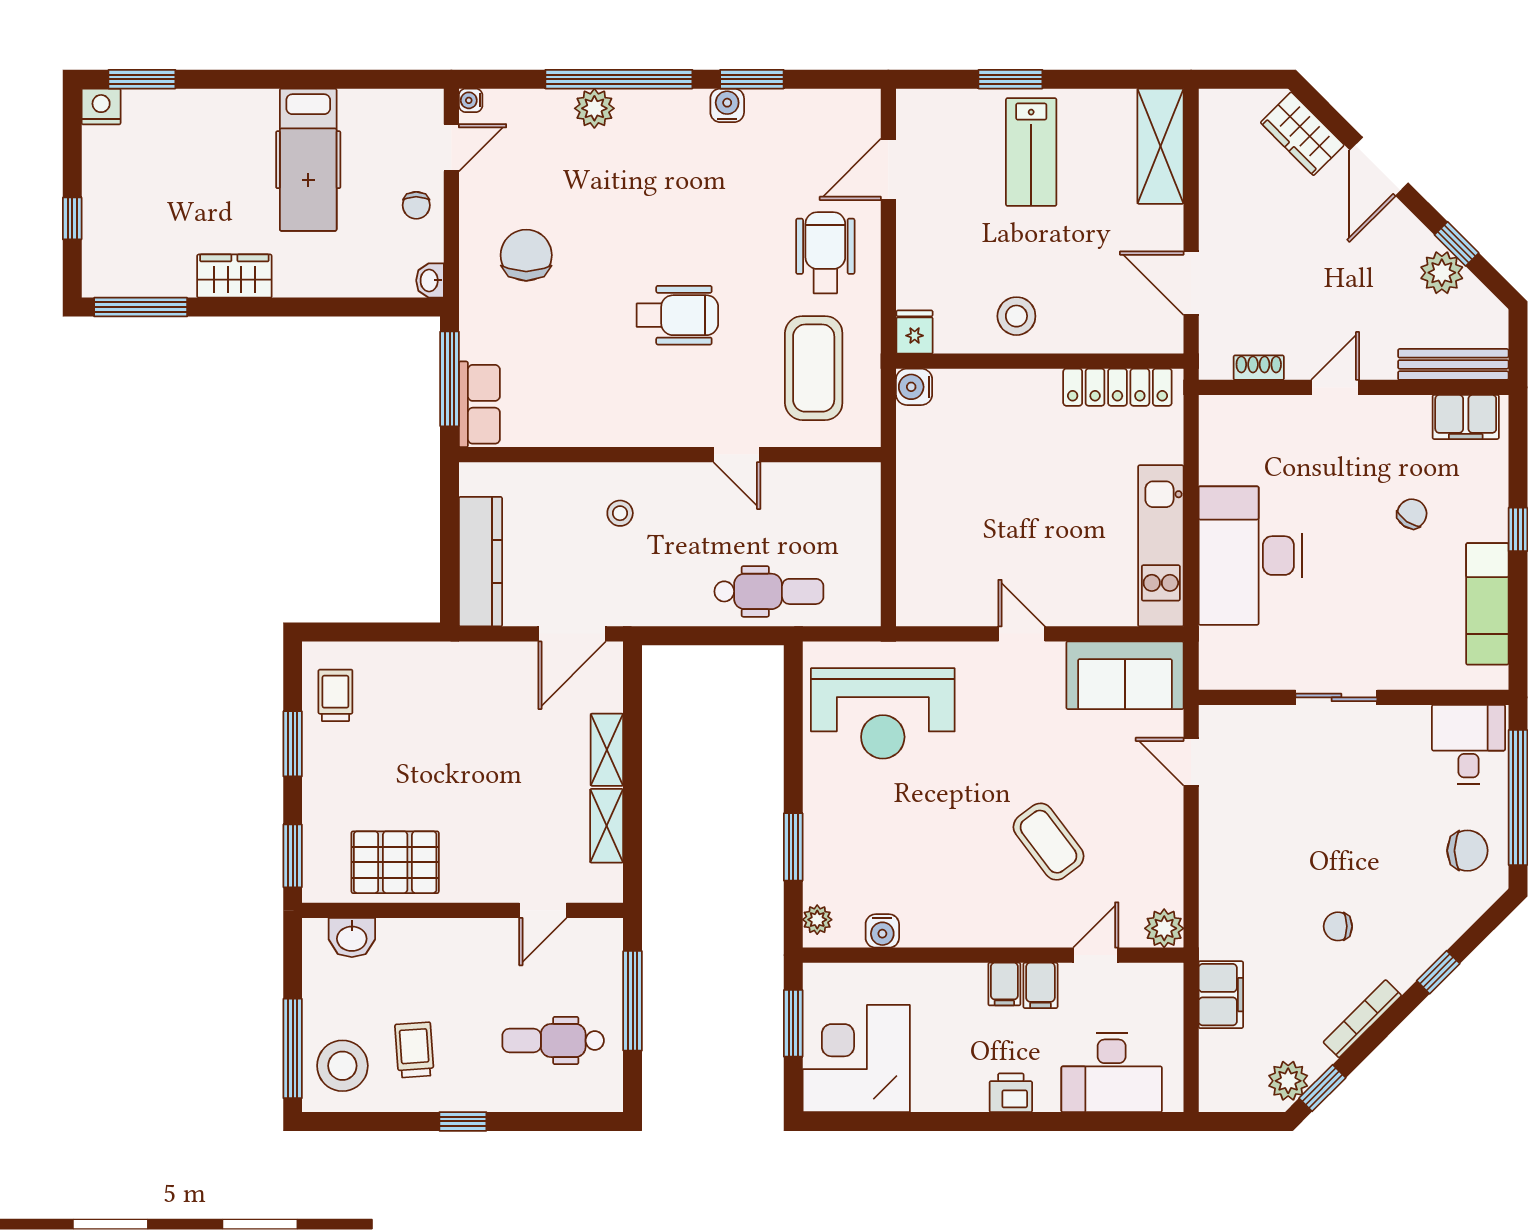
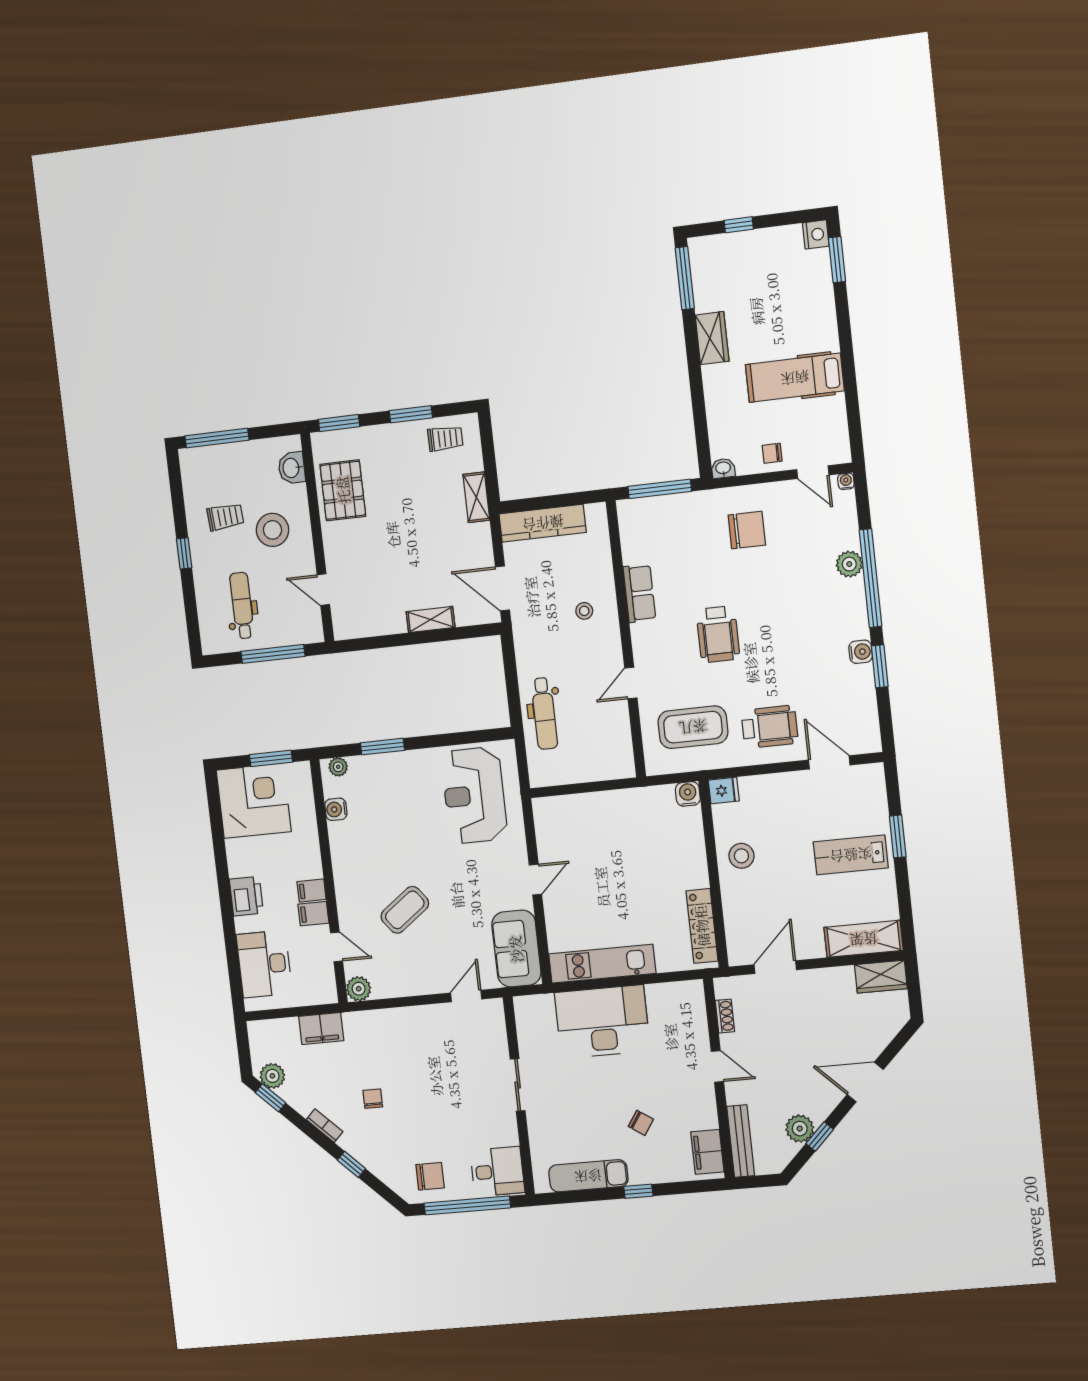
wardrobe: (1302, 134) -> (881, 977), moved, turned -135
row of seats: (479, 404) -> (639, 593), moved, turned -90
shelving: (607, 826) -> (476, 497), moved, turned 90
chair: (1467, 851) -> (430, 1176), turned -90
bookcase: (1362, 1019) -> (325, 1126), width x0.64
stool: (342, 1066) -> (272, 530), moved
printer: (1011, 1093) -> (246, 896), width x1.36, depth x1.24

